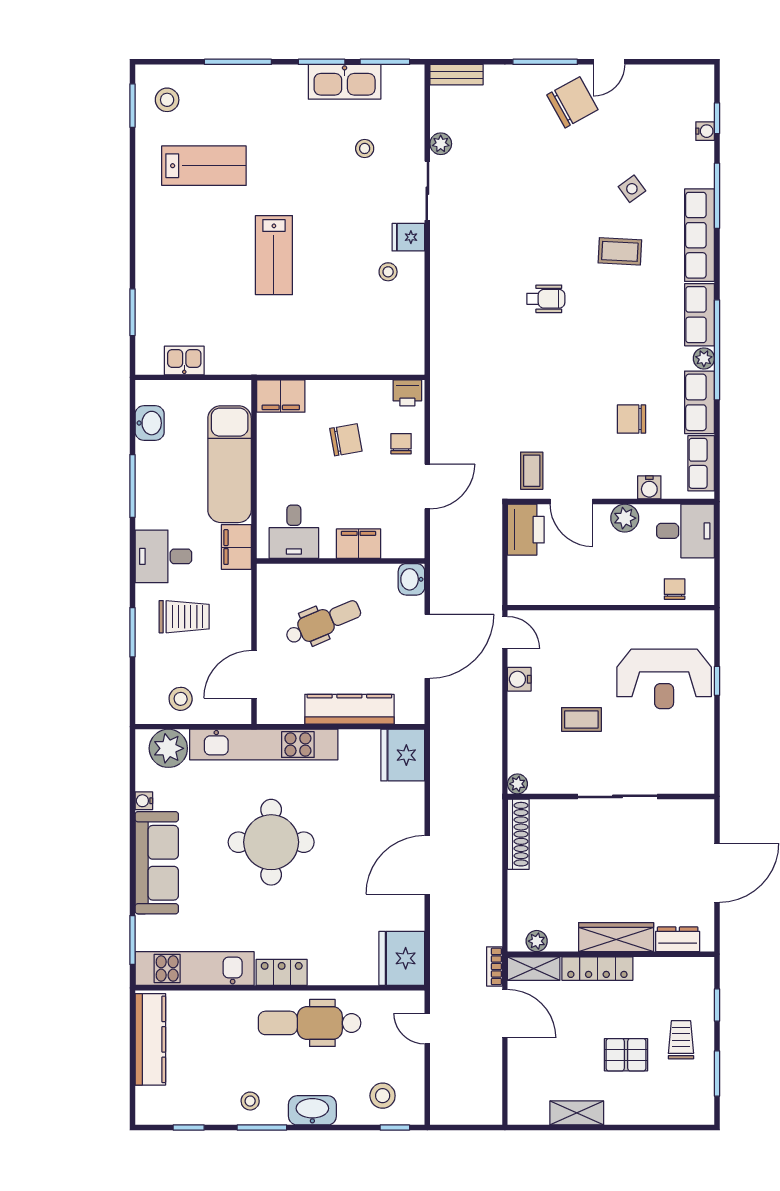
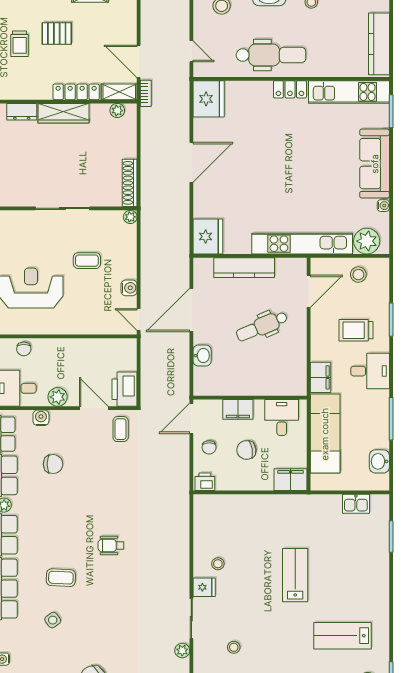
desk: (294, 532) -> (282, 417), moved
filing cabinet: (359, 544) -> (238, 409), moved
wall: (341, 561) -> (250, 398), moved
round table: (271, 842) -> (297, 177), removed

